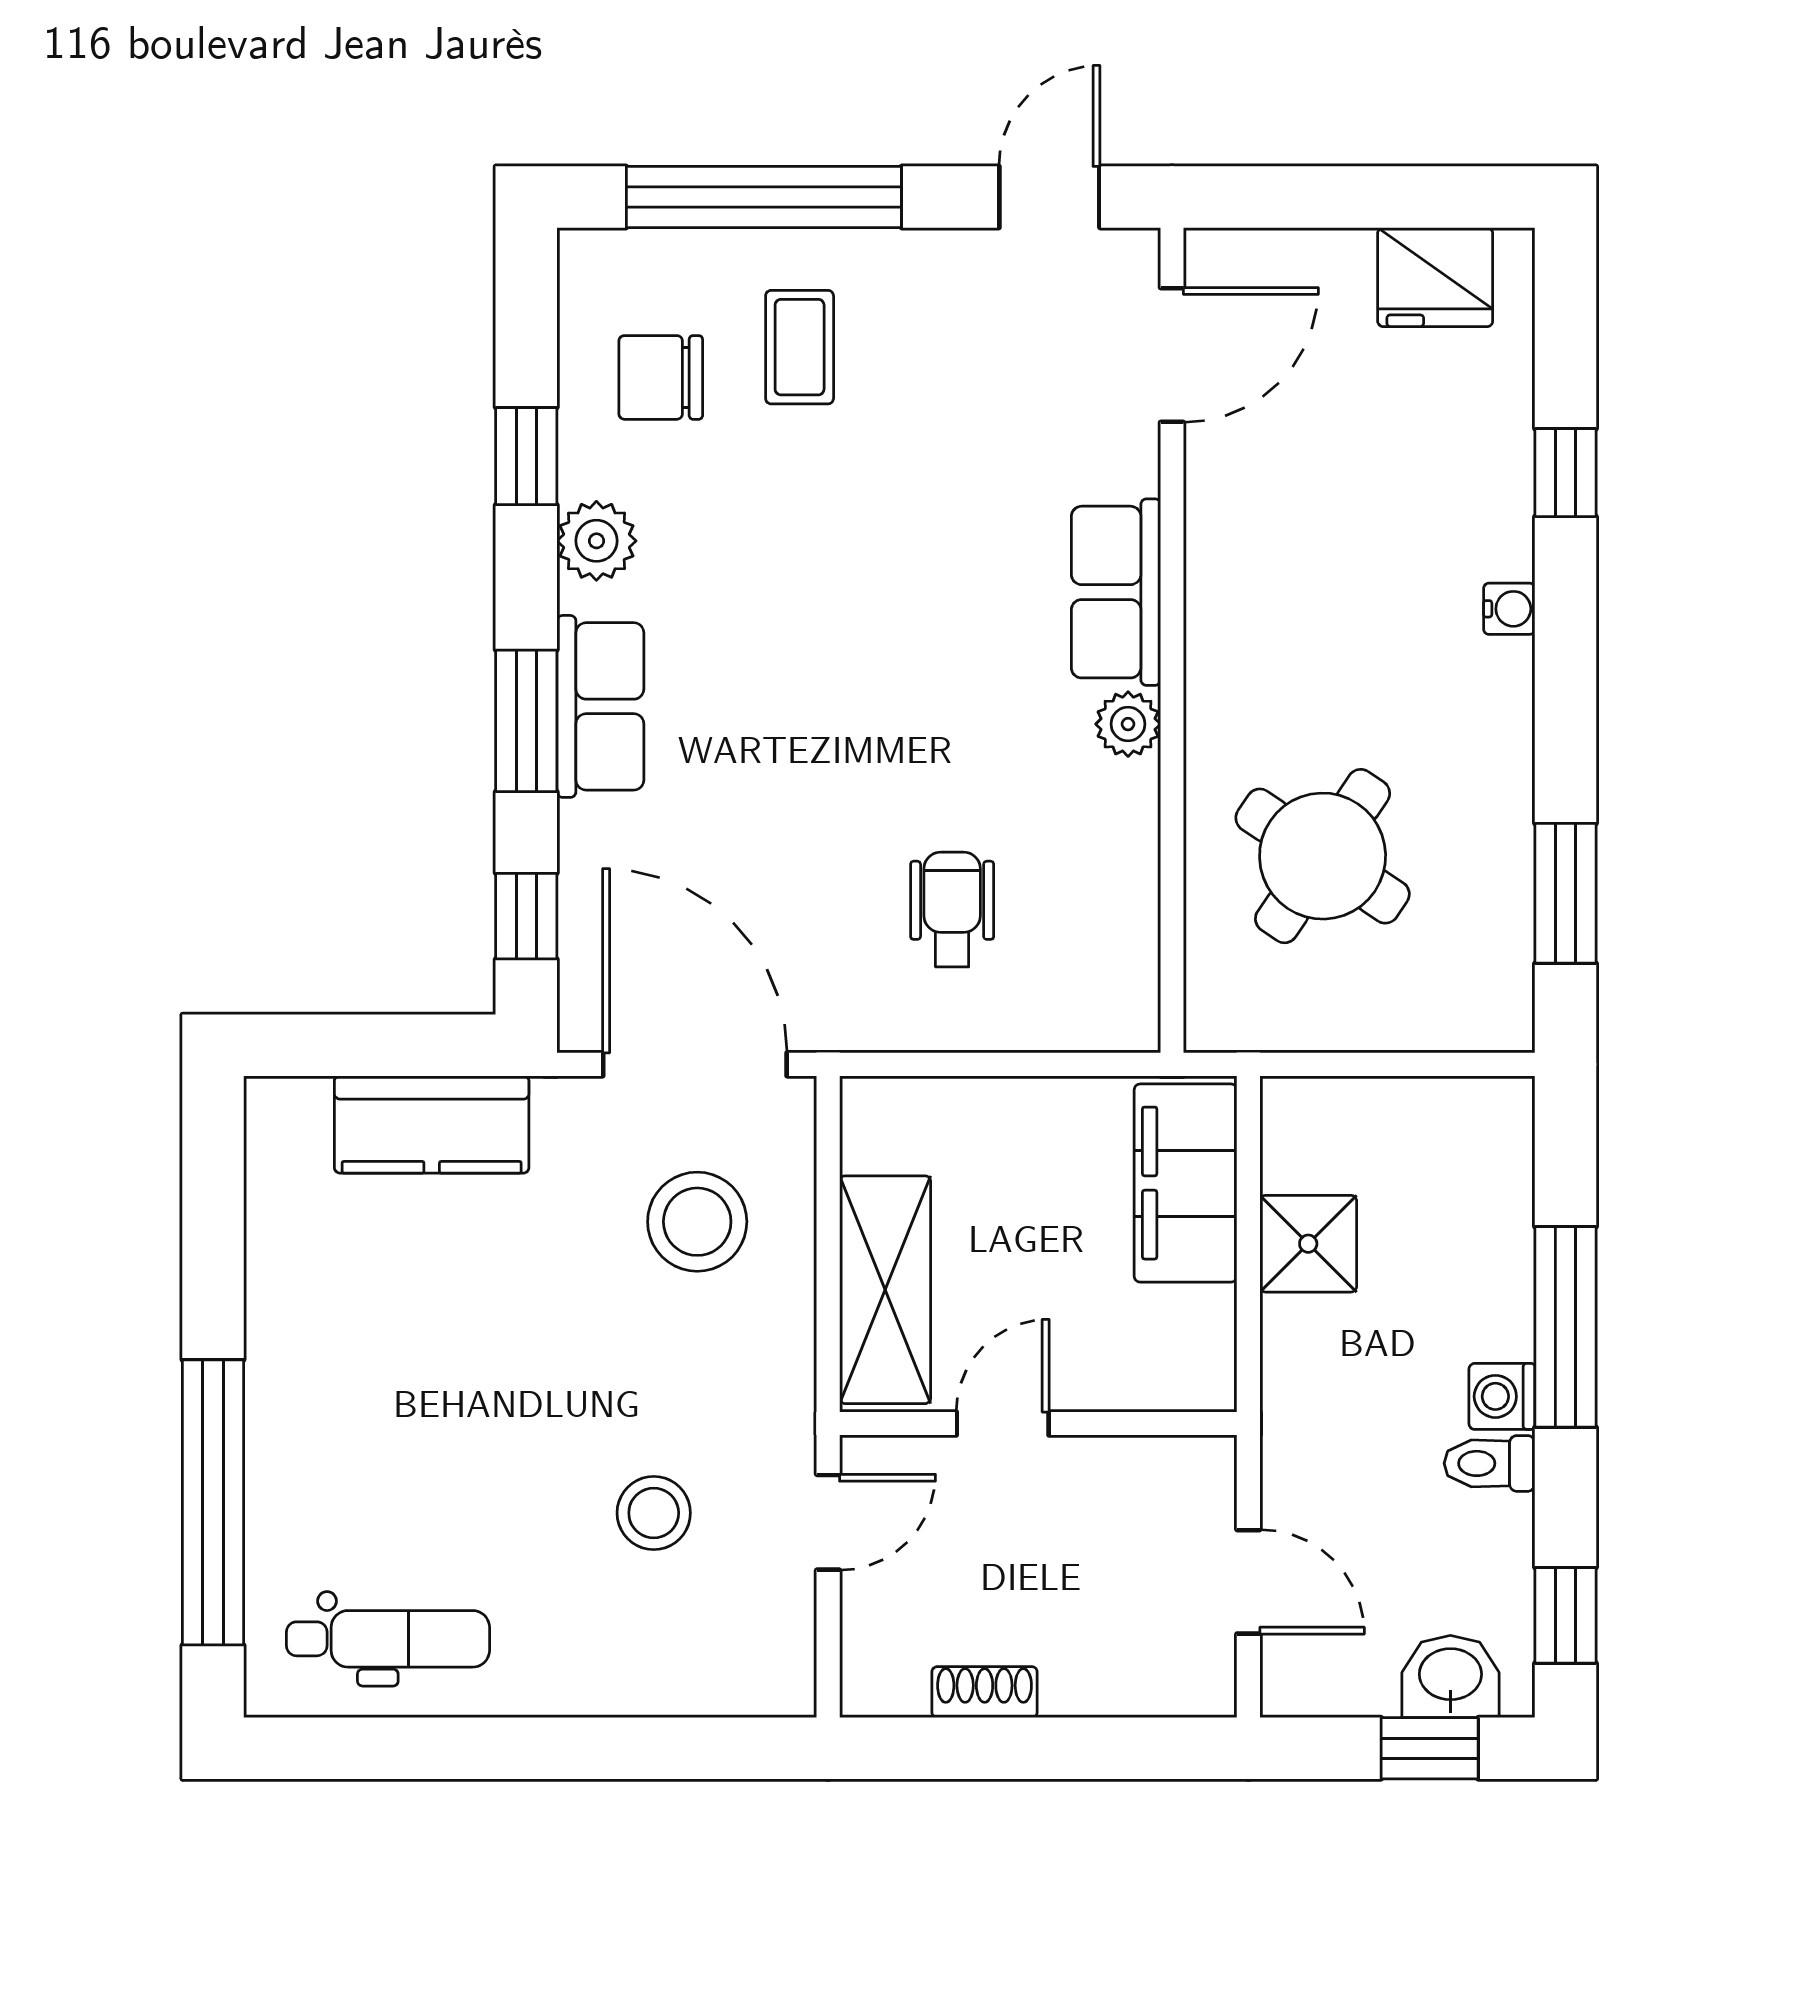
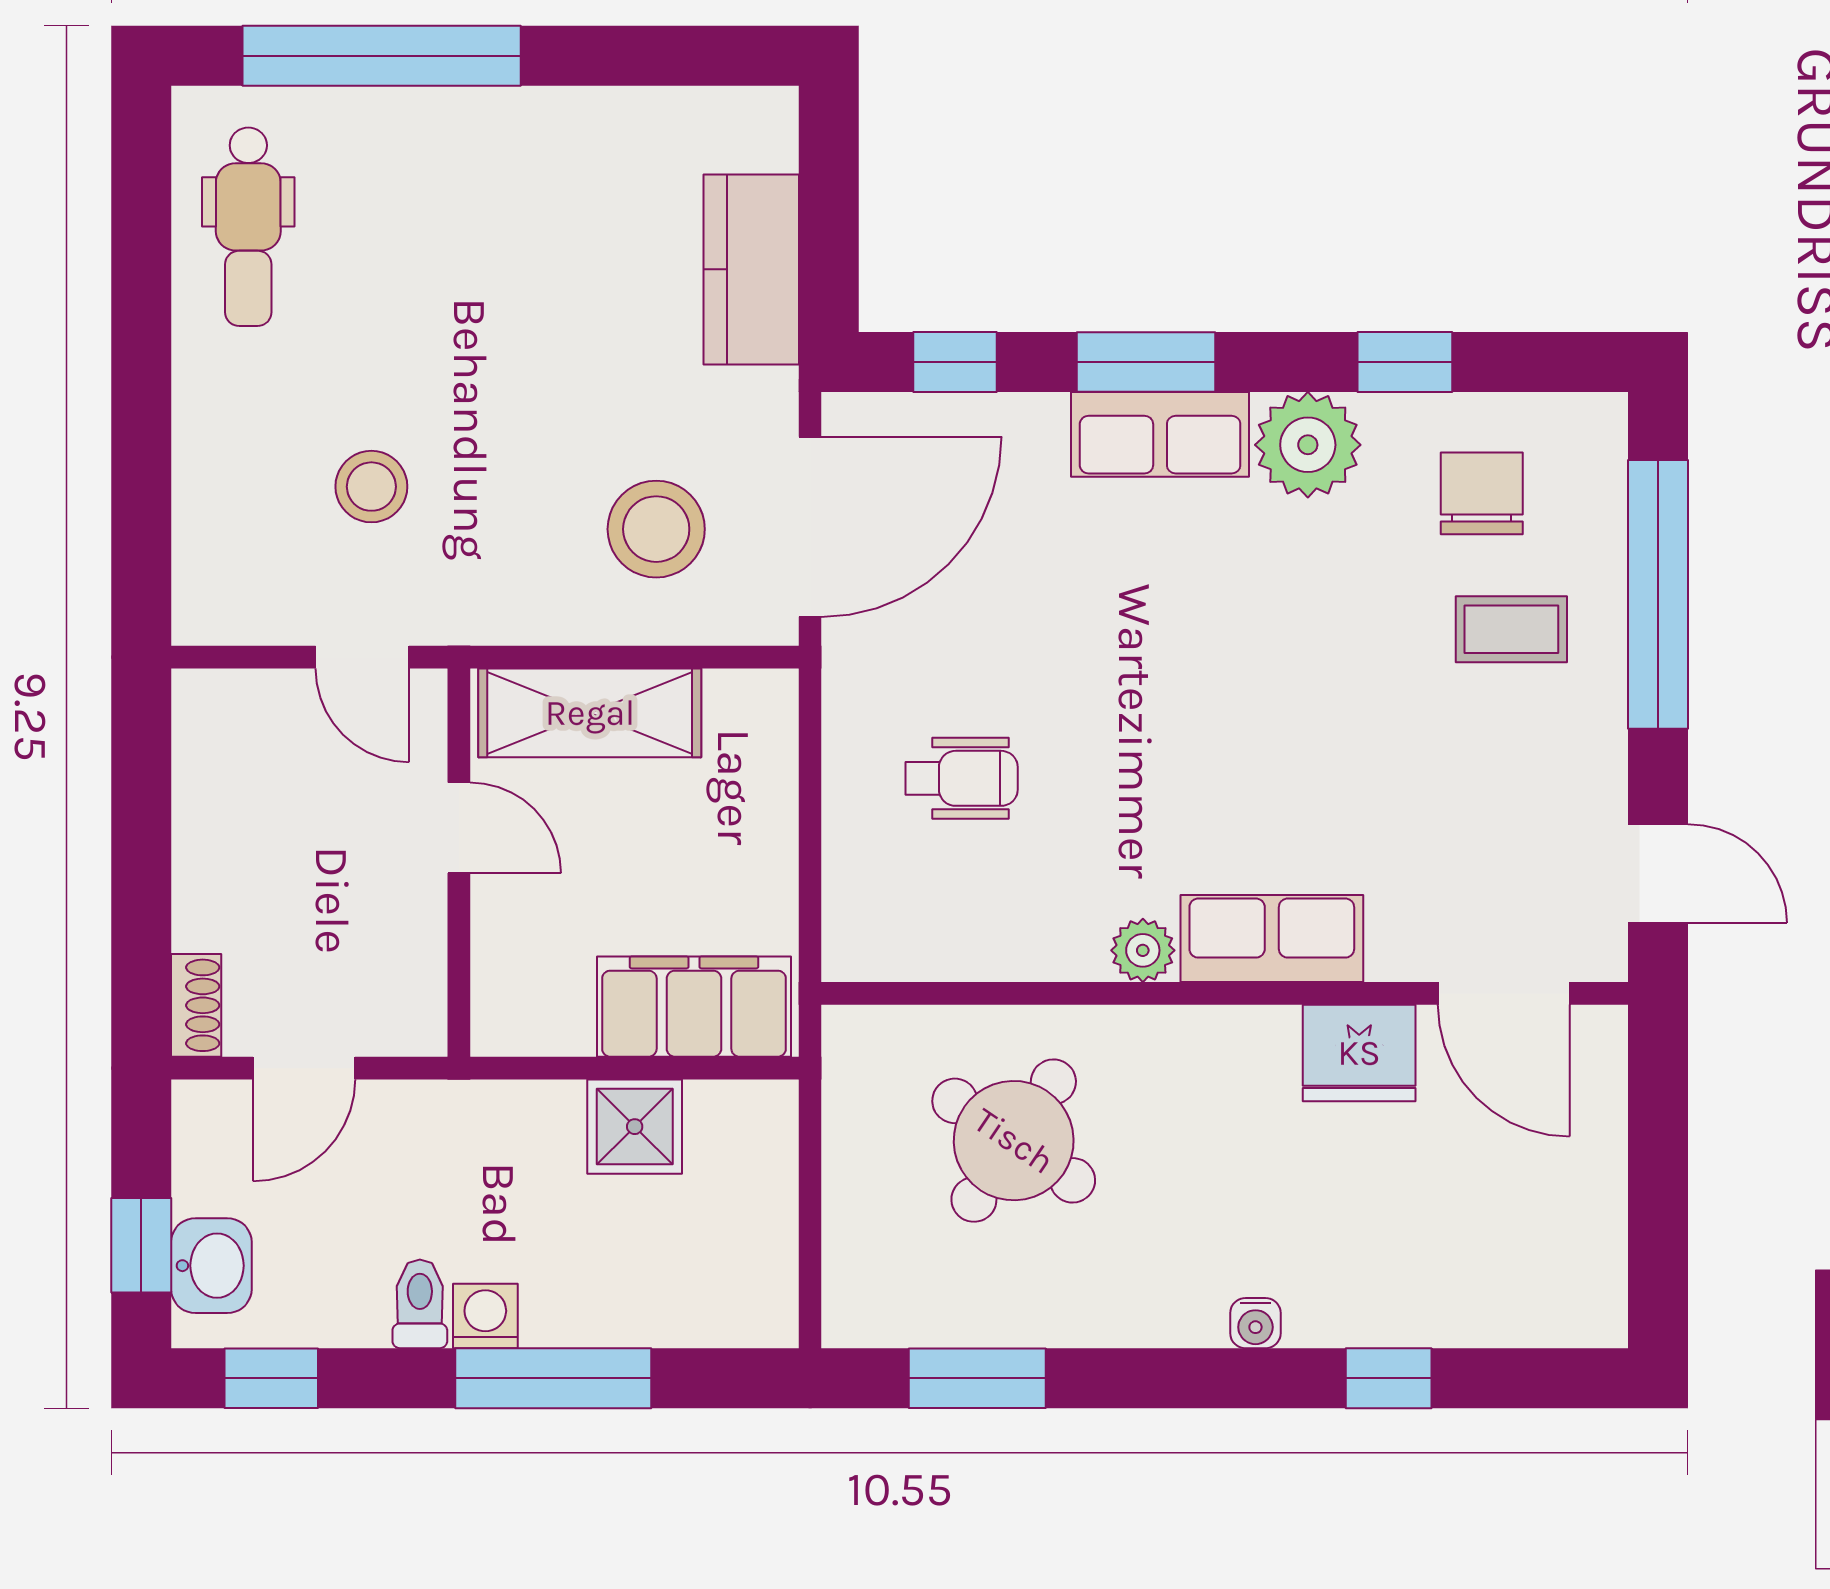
fridge: (1435, 277) -> (1359, 1053), moved, turned -90
plant: (596, 541) -> (1308, 445), width x1.36, depth x1.36
shoe rack: (985, 1692) -> (196, 1005), moved

